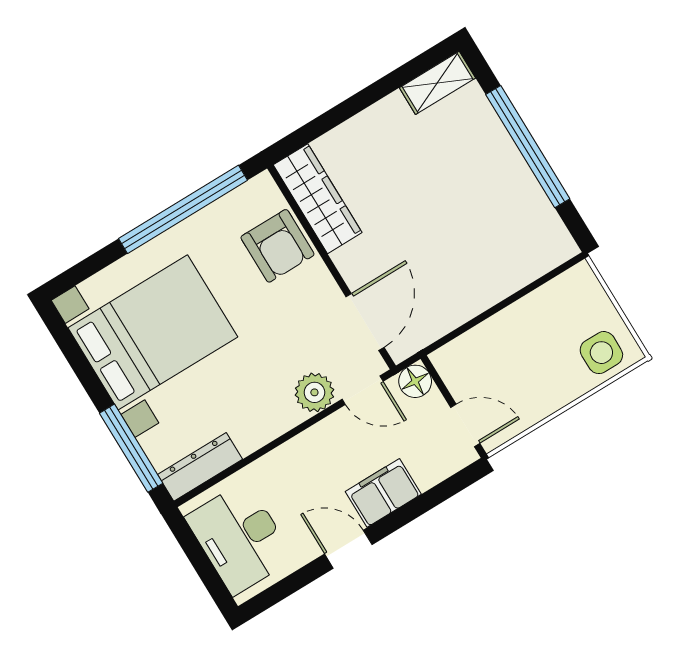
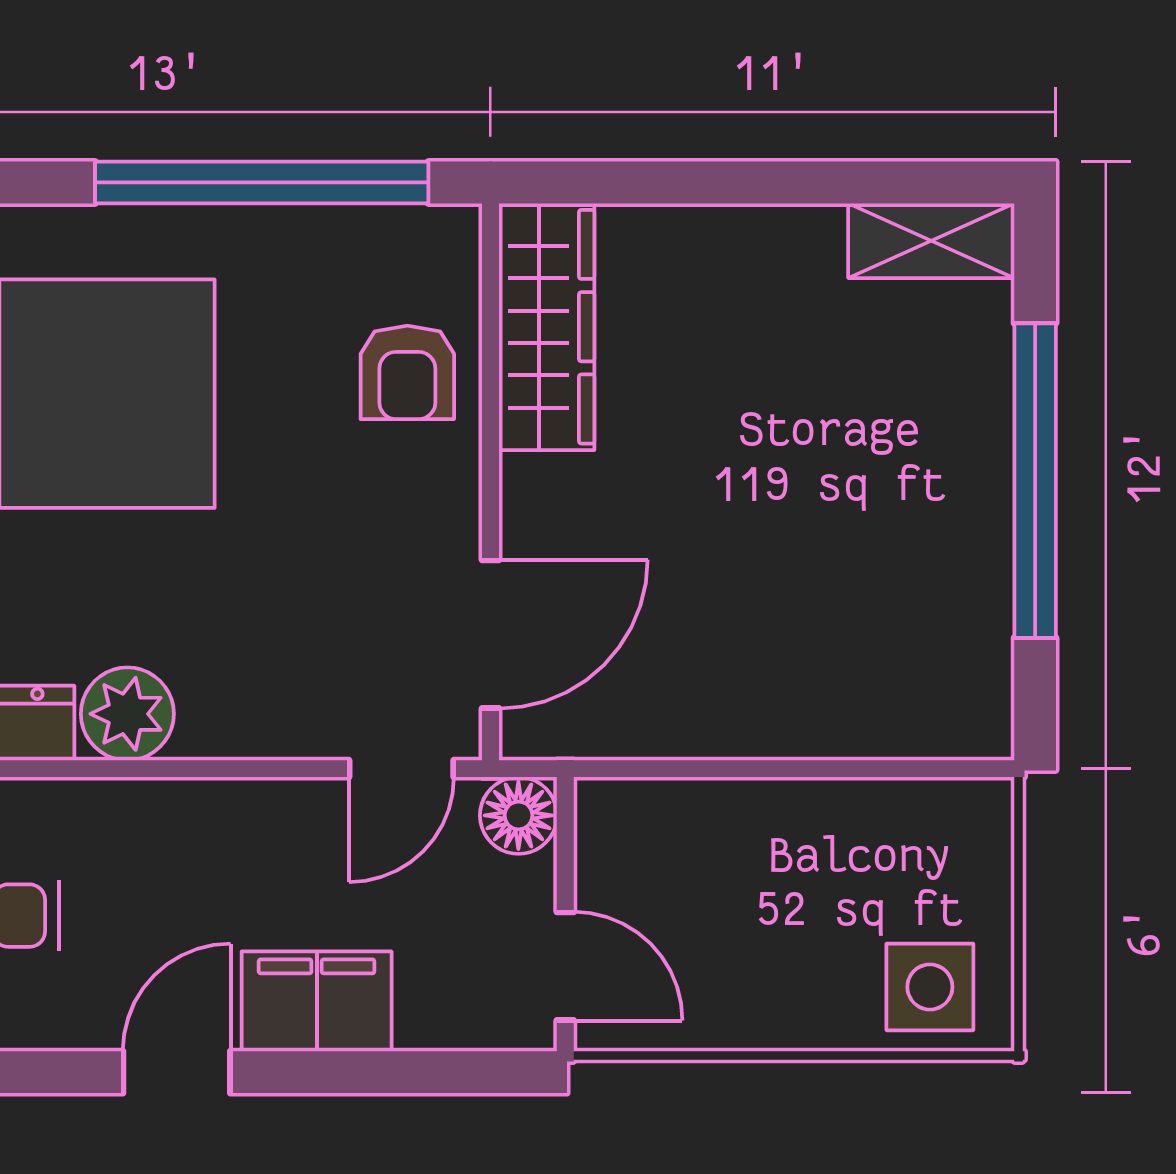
armchair: (277, 246) -> (407, 372), width x0.72, depth x0.72
door: (363, 390) -> (401, 769), hinge flipped
plant: (314, 392) -> (127, 714), moved
door: (348, 549) -> (177, 1072), hinge flipped

